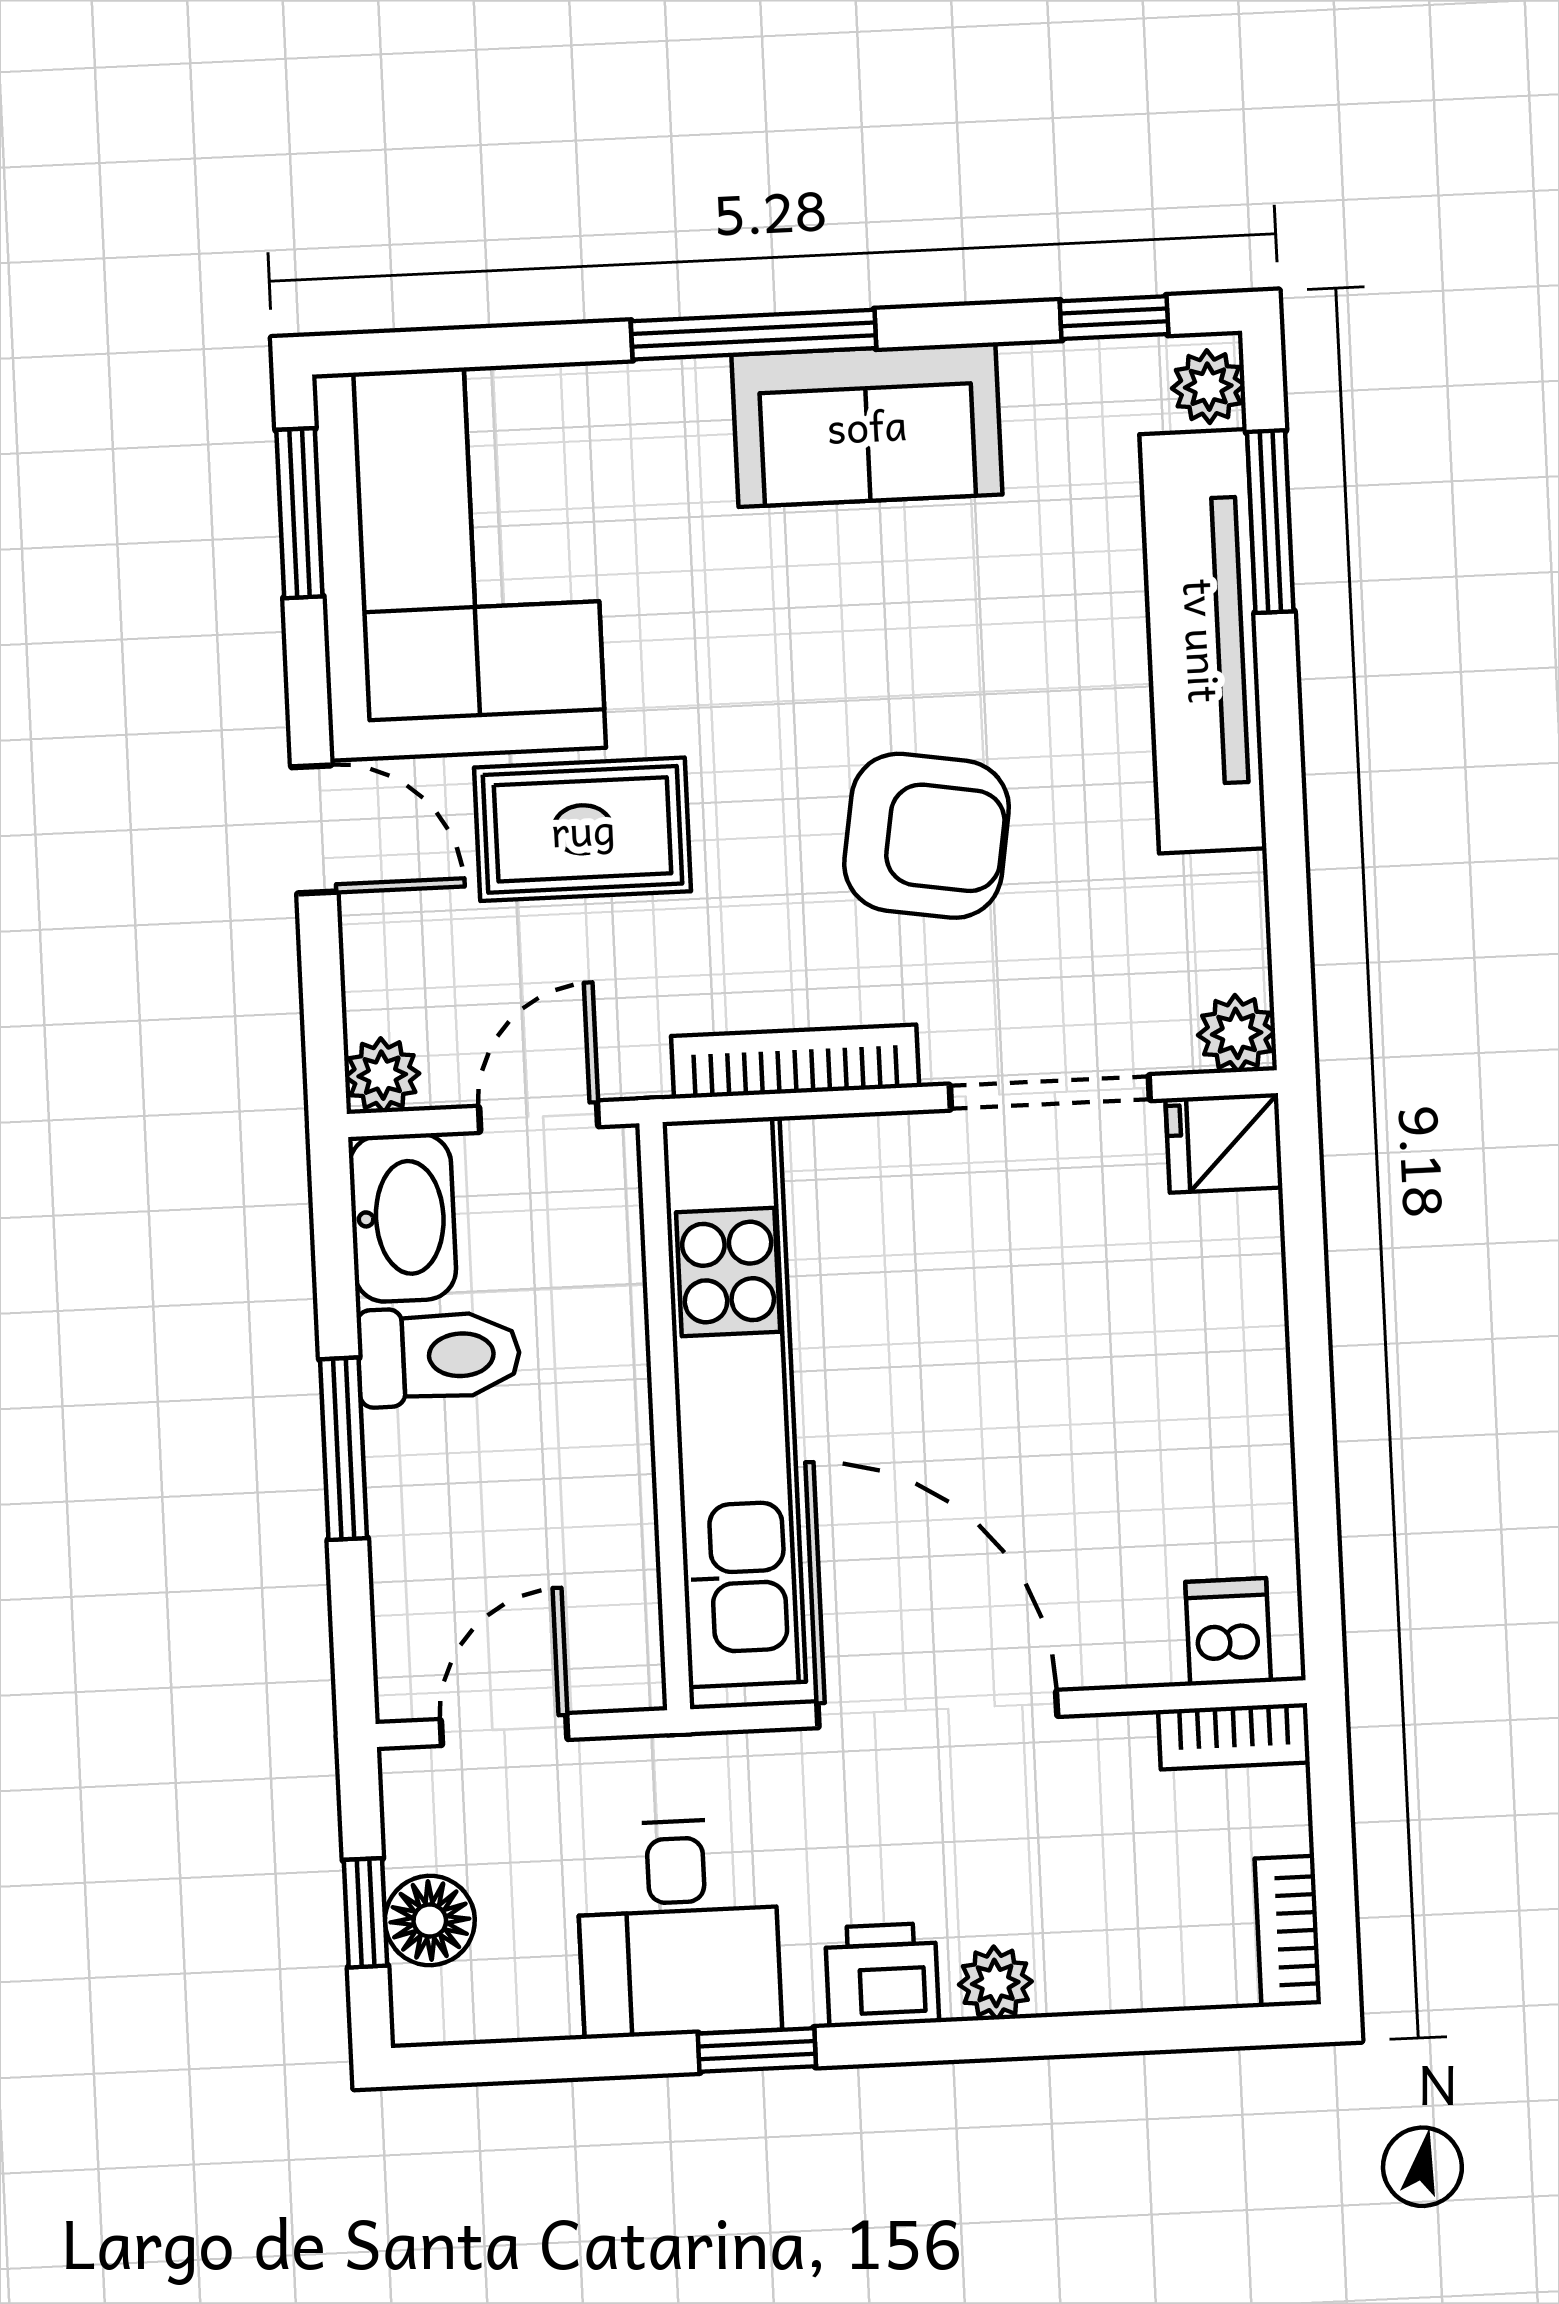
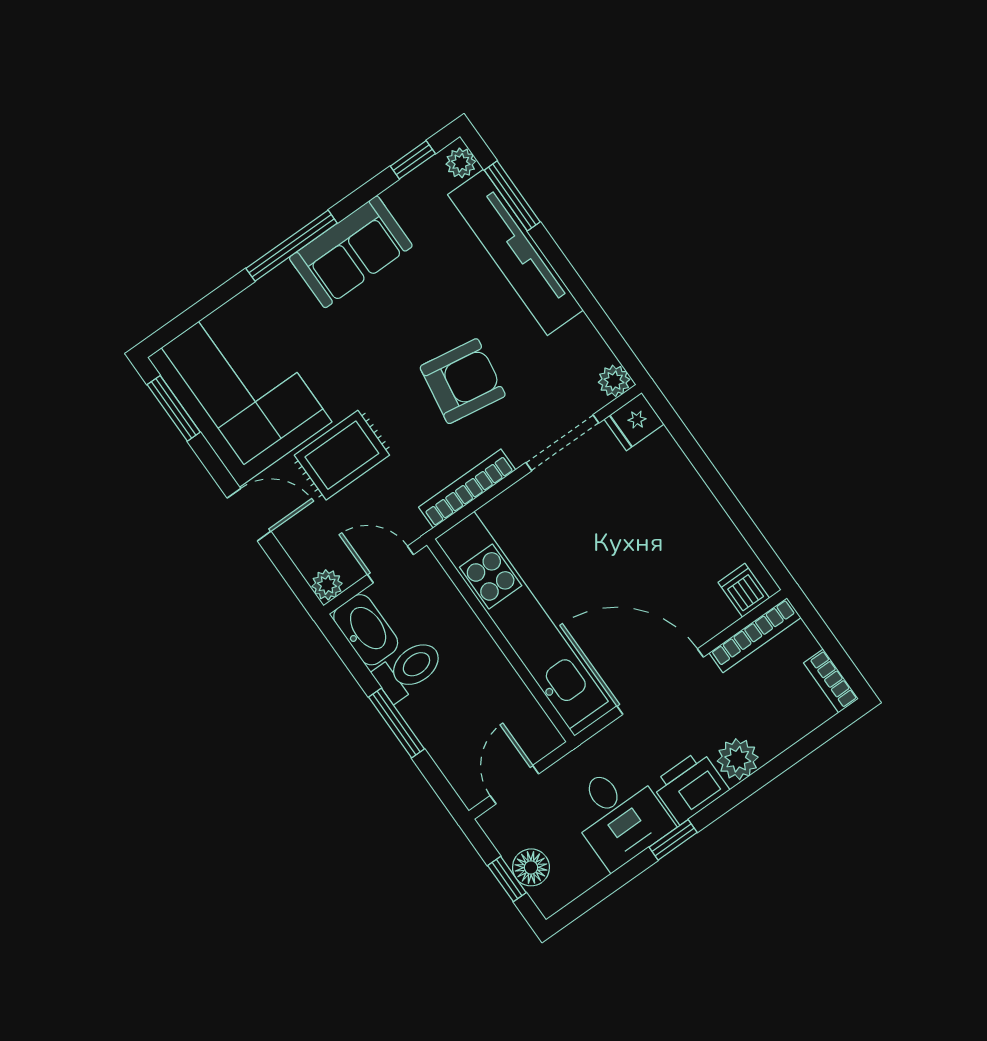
door: (539, 1117) -> (390, 565), hinge flipped
bookcase: (1234, 1736) -> (755, 635), width x1.56
printer: (882, 1975) -> (690, 787), width x1.36, depth x1.24
plant: (995, 1983) -> (738, 759), width x1.38, depth x1.38

